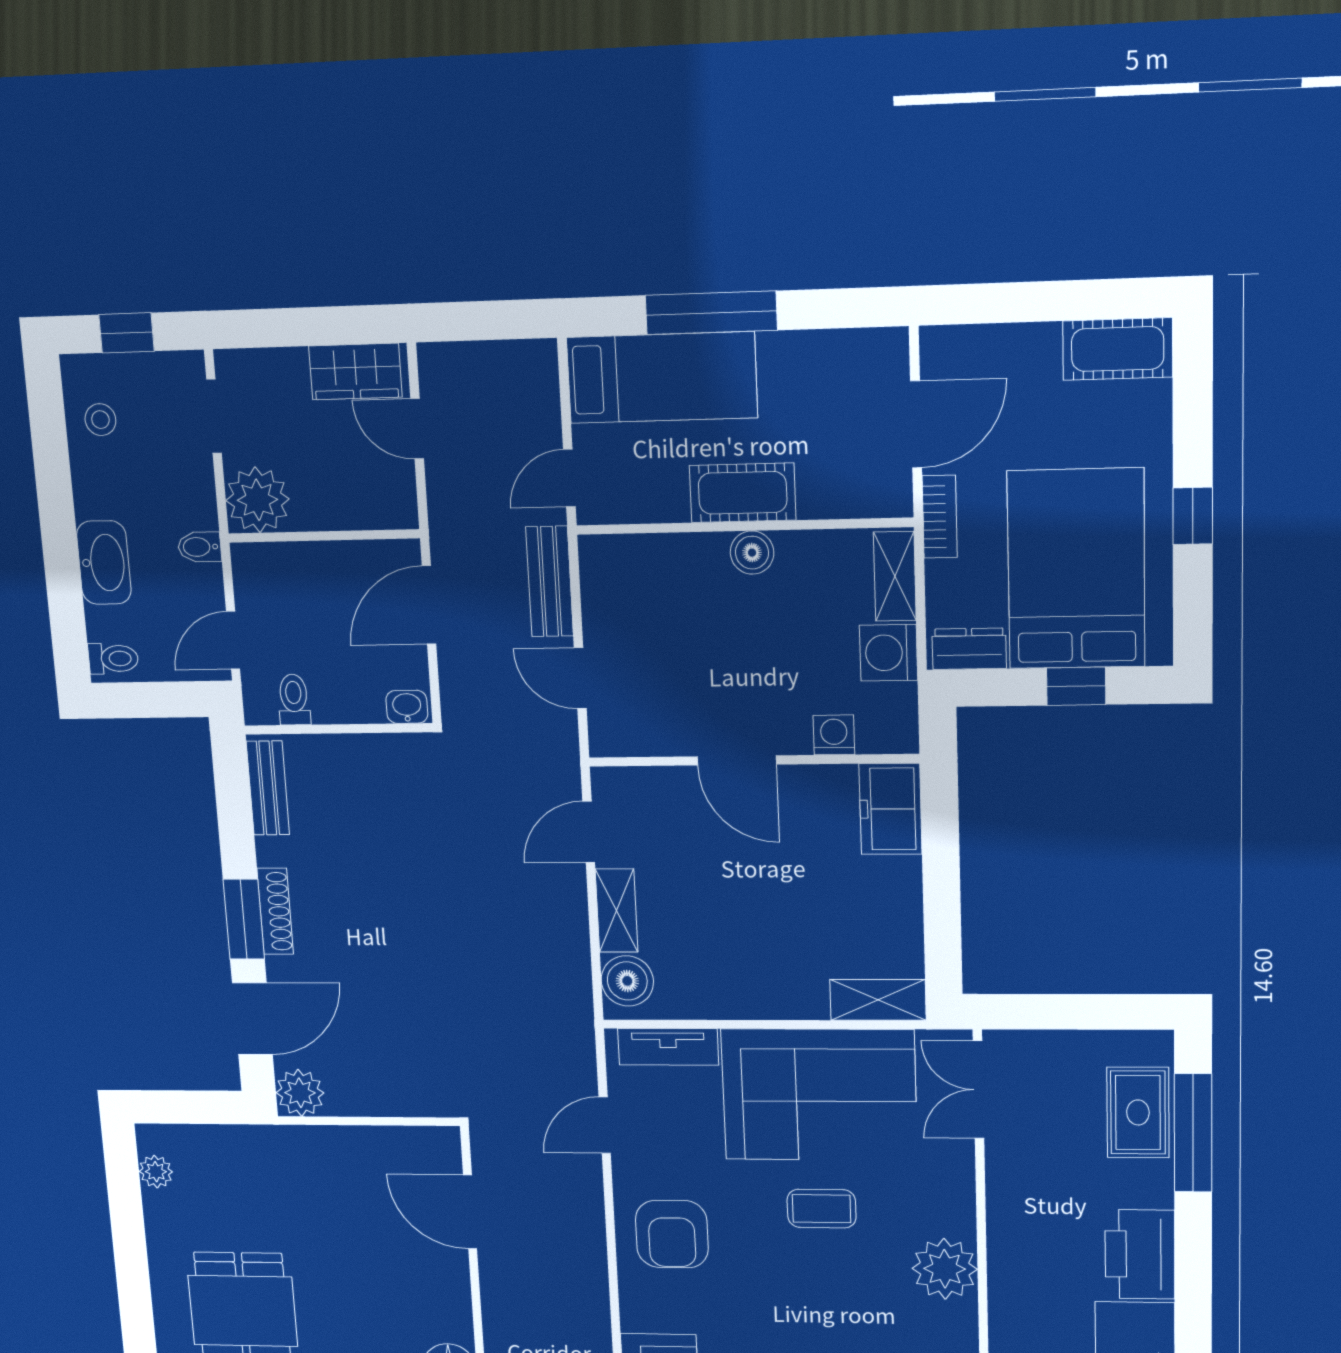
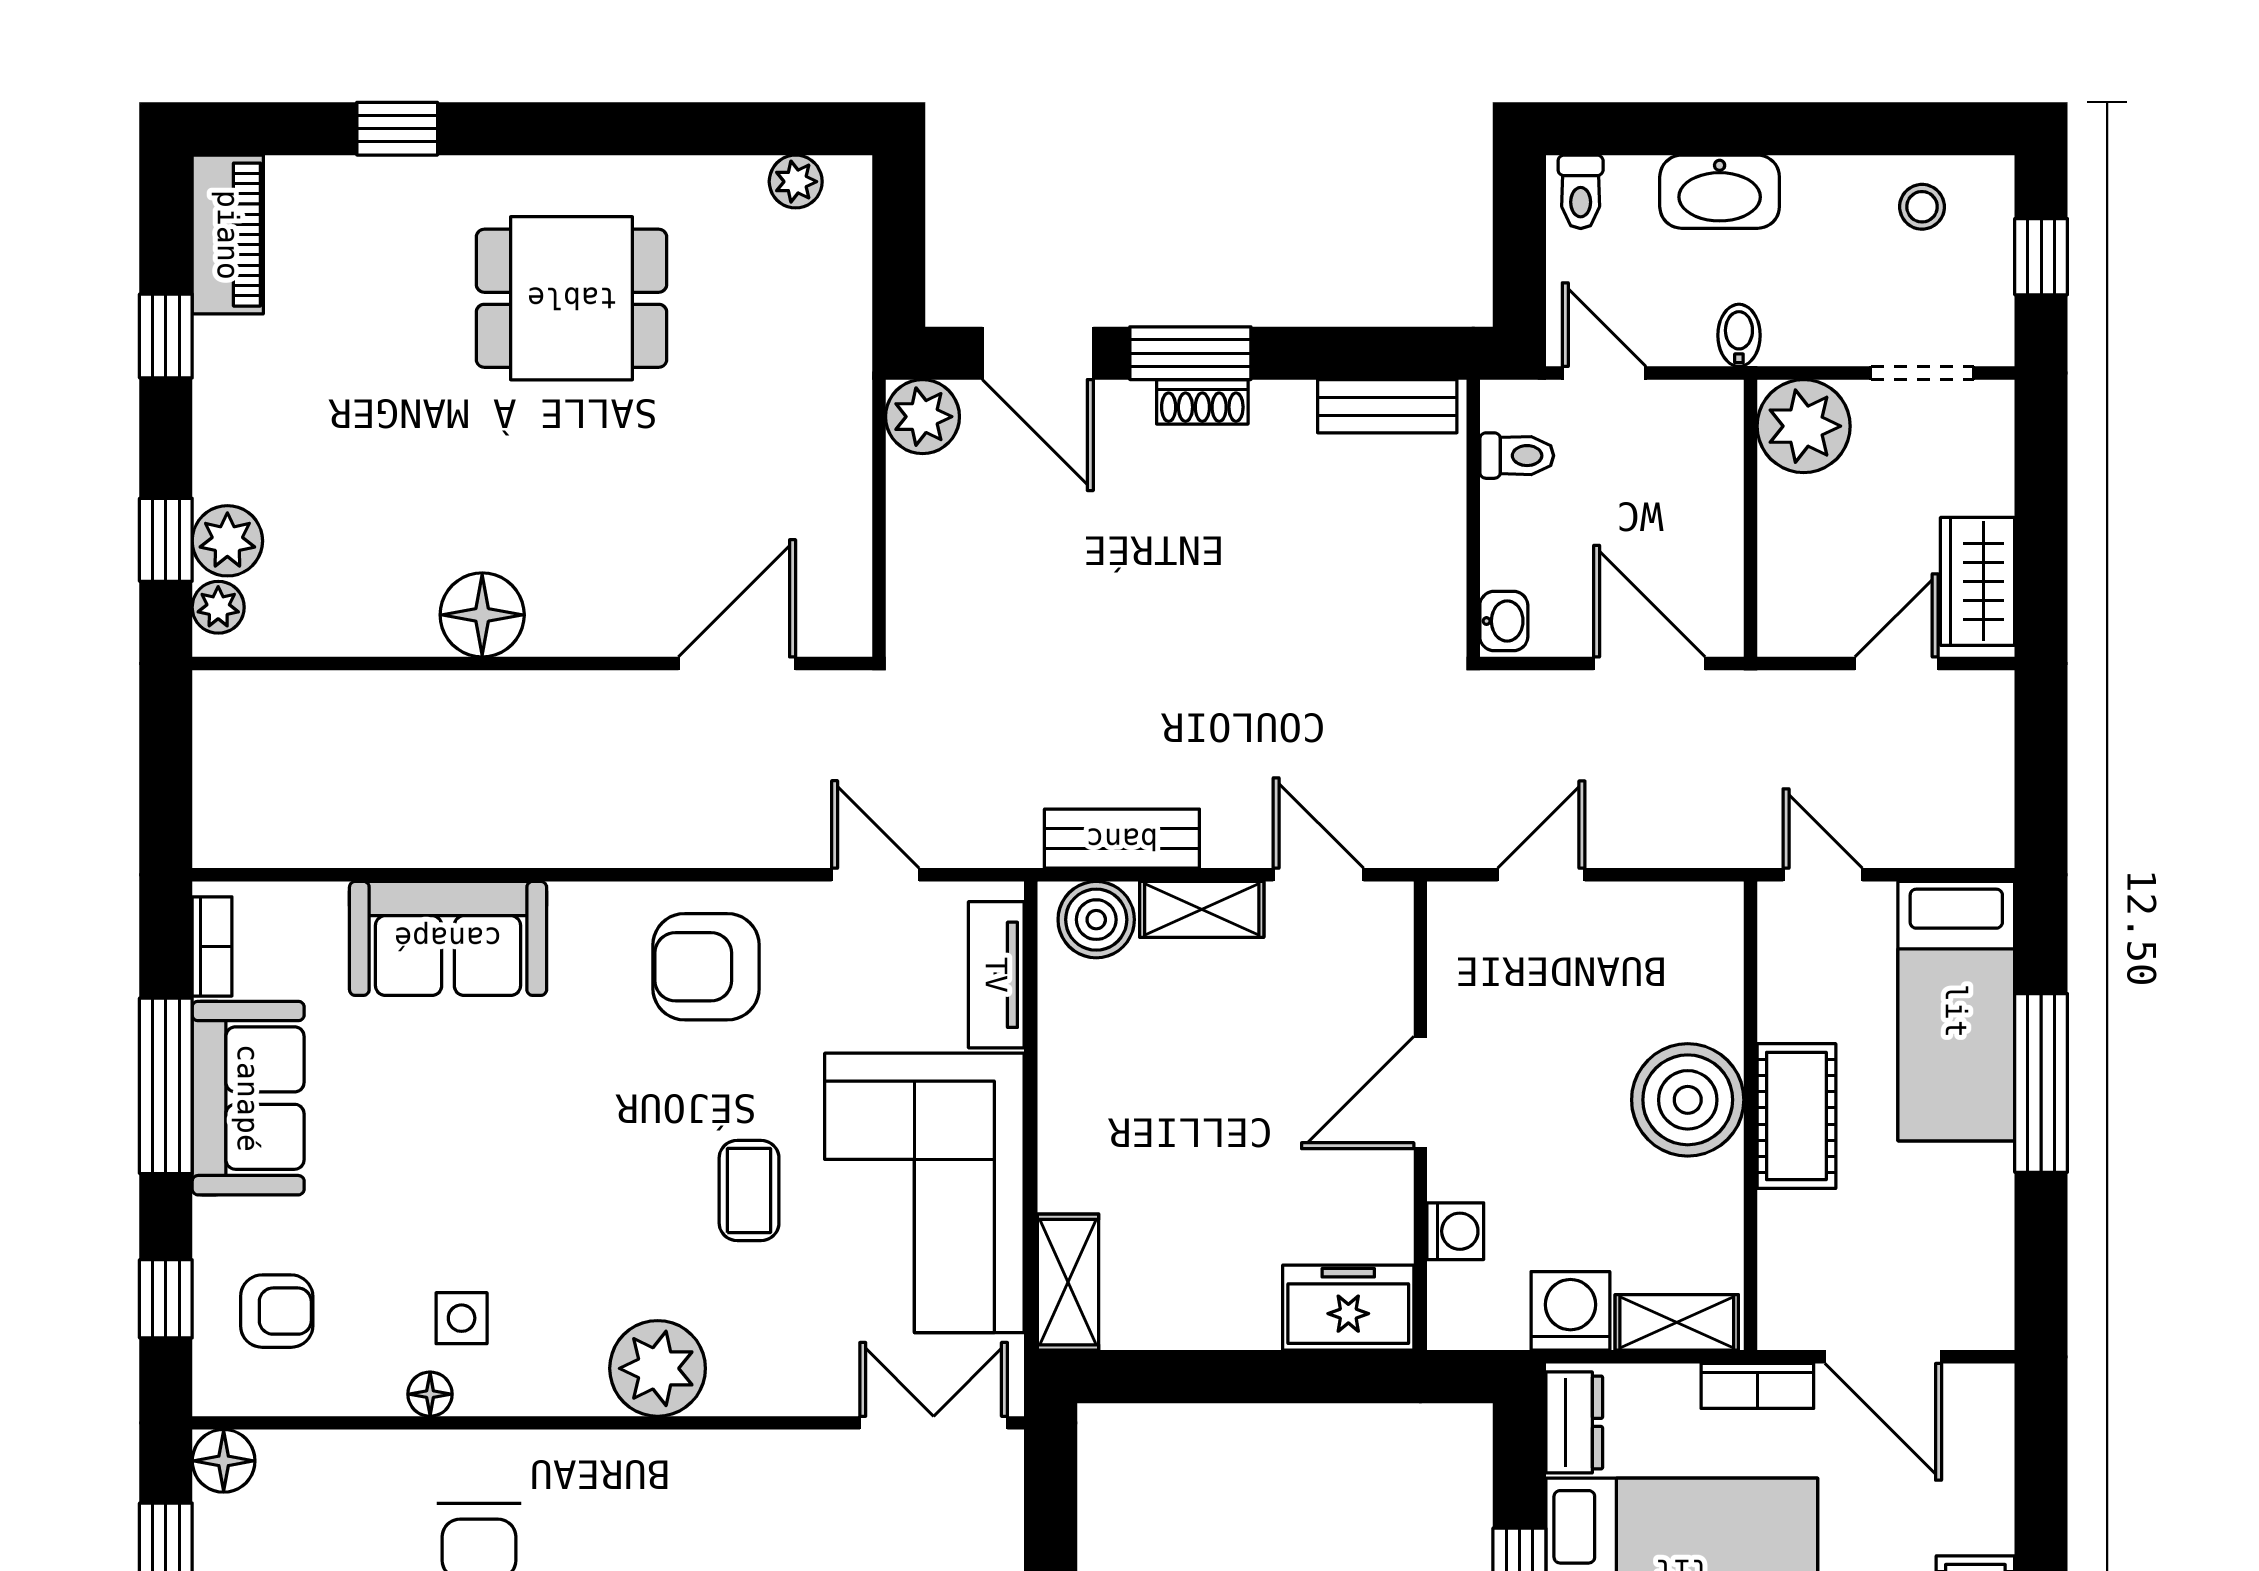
boiler: (752, 553) -> (1688, 1100), width x1.86, depth x1.86
bench: (550, 581) -> (1122, 839), moved
shoe rack: (275, 911) -> (1202, 402), width x0.70

